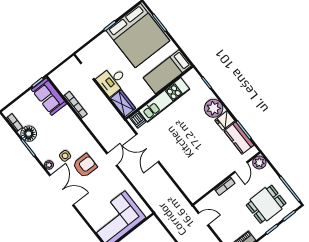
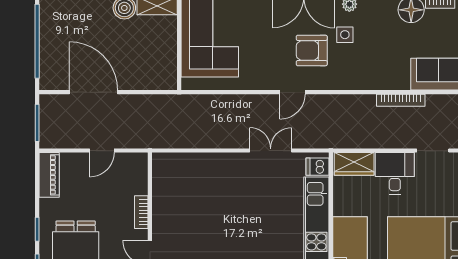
double door: (148, 148) -> (271, 151), width x0.73
door: (112, 159) -> (292, 92), hinge flipped
armchair: (85, 166) -> (312, 50), turned 90
door: (203, 219) -> (102, 151), moved

